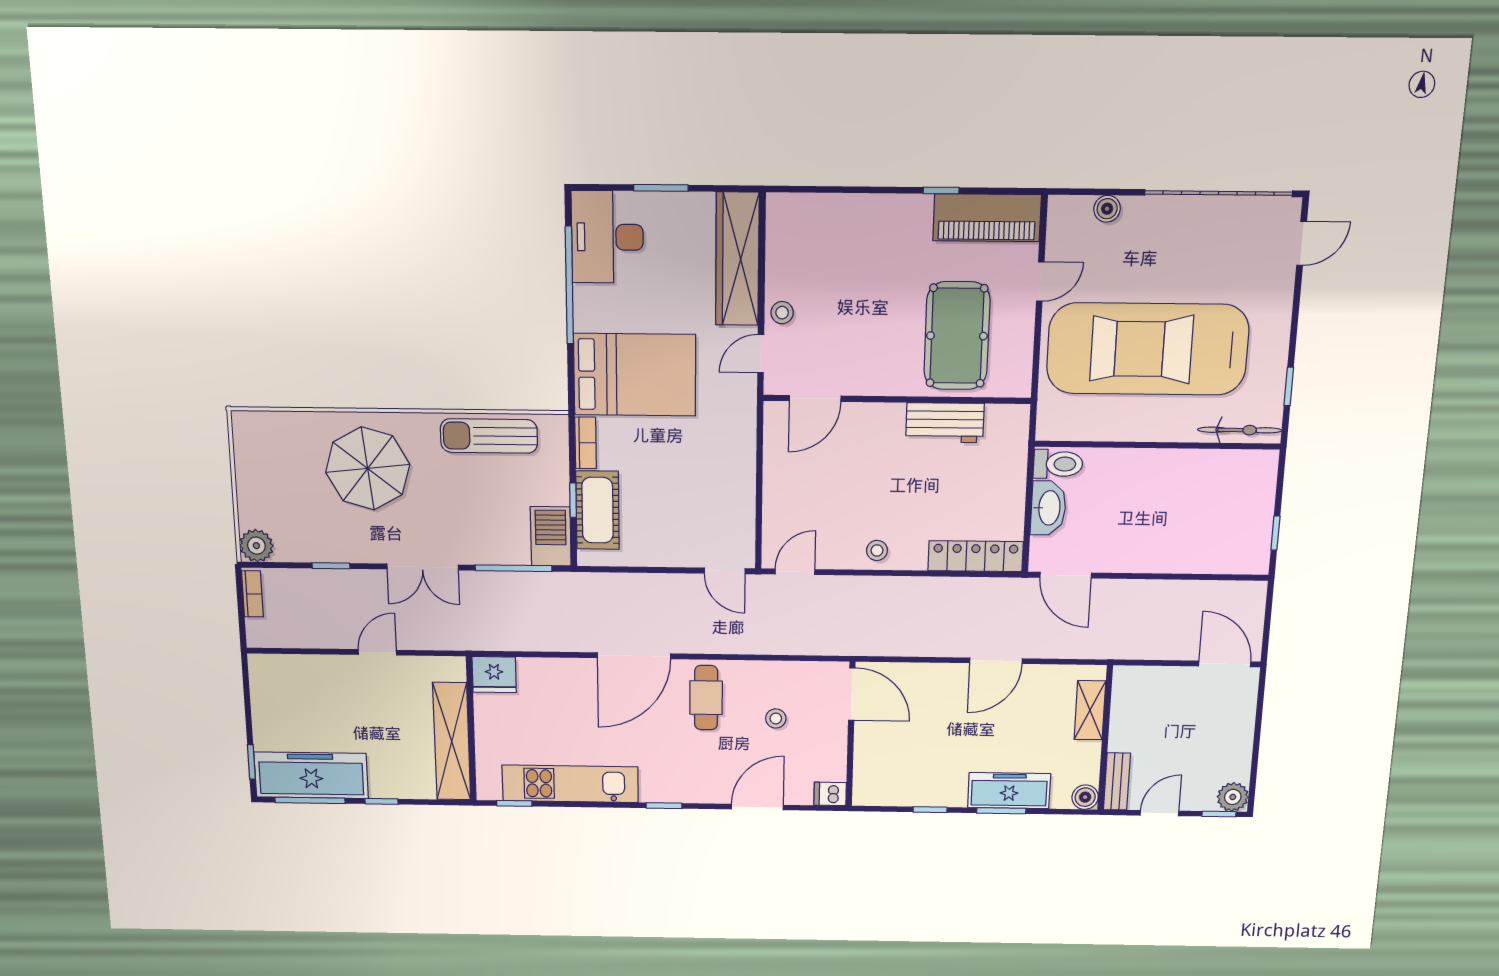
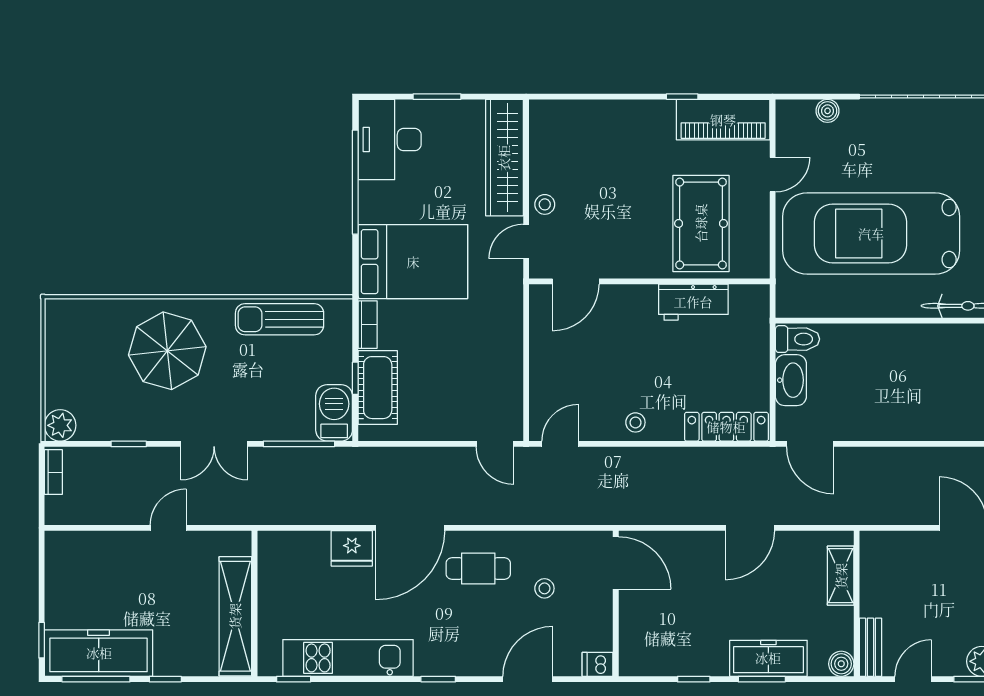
fridge: (494, 675) -> (352, 548), moved
cafe table: (706, 698) -> (478, 568), turned 90

